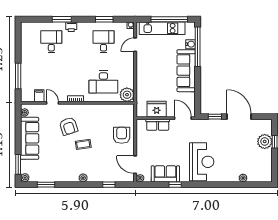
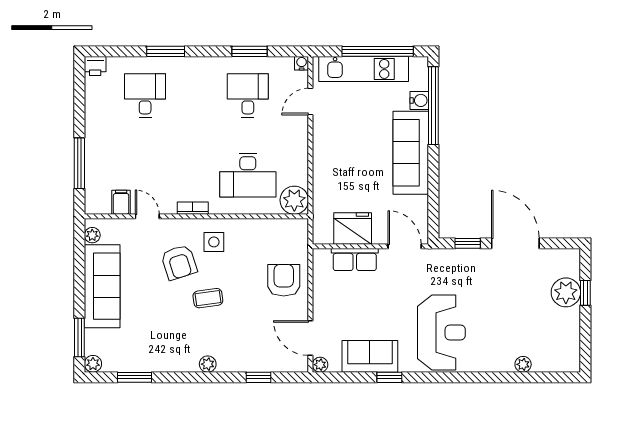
printer: (71, 27) -> (95, 66), moved
side table: (86, 116) -> (214, 242), added

